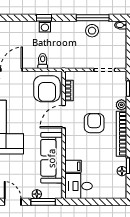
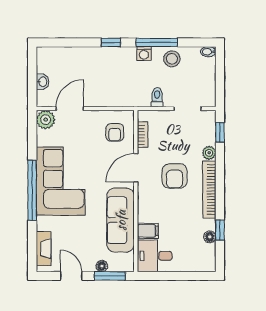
window: (93, 18) -> (157, 42), moved
washing machine: (45, 27) -> (144, 54), moved
toilet: (43, 61) -> (157, 97), moved
armchair: (47, 89) -> (115, 132), width x0.53, depth x0.53
armchair: (94, 123) -> (175, 176), turned 180

